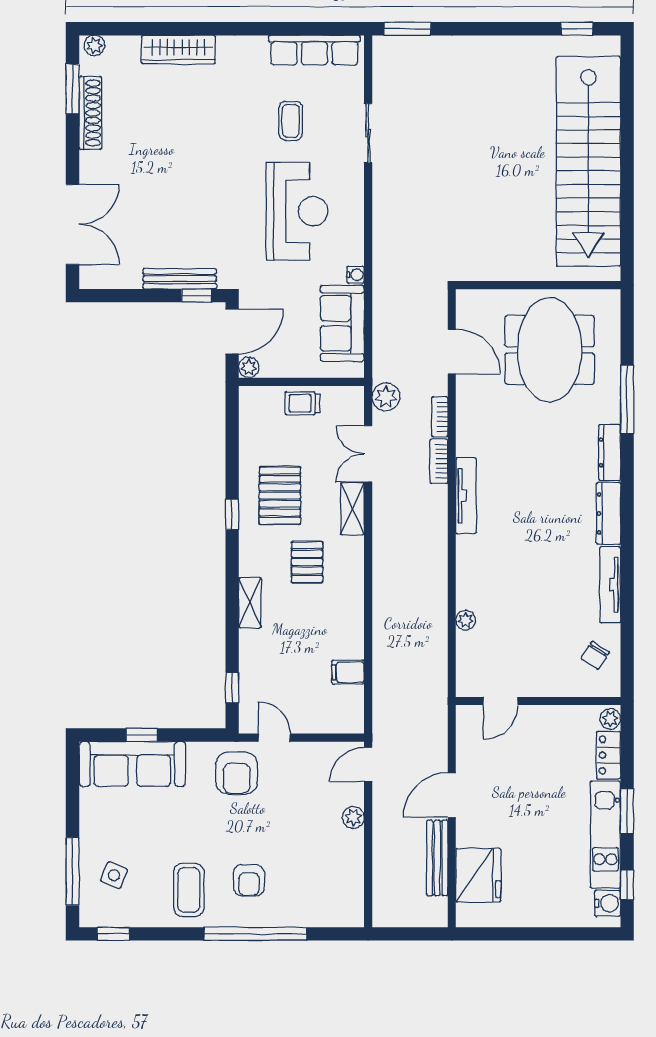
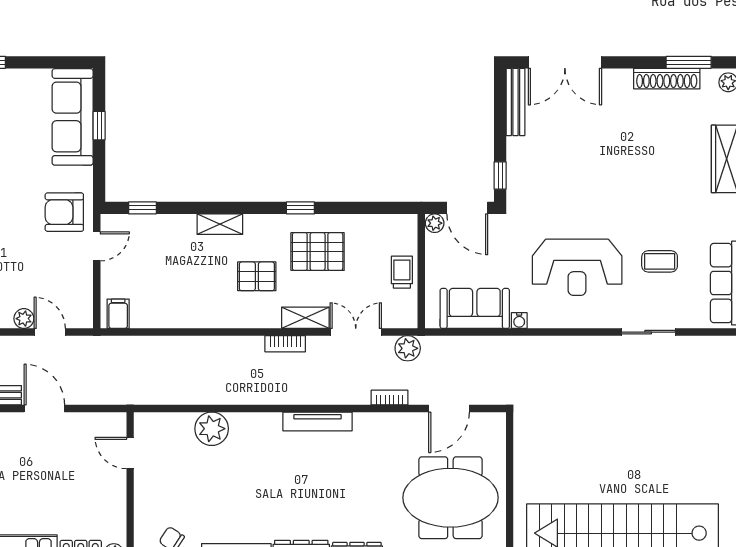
bench: (180, 279) -> (515, 102), moved
bookcase: (439, 461) -> (285, 344), moved, turned 180
plant: (465, 620) -> (212, 429), width x1.88, depth x1.88
filing cabinet: (348, 672) -> (118, 314), moved
door: (368, 764) -> (50, 332), moved

